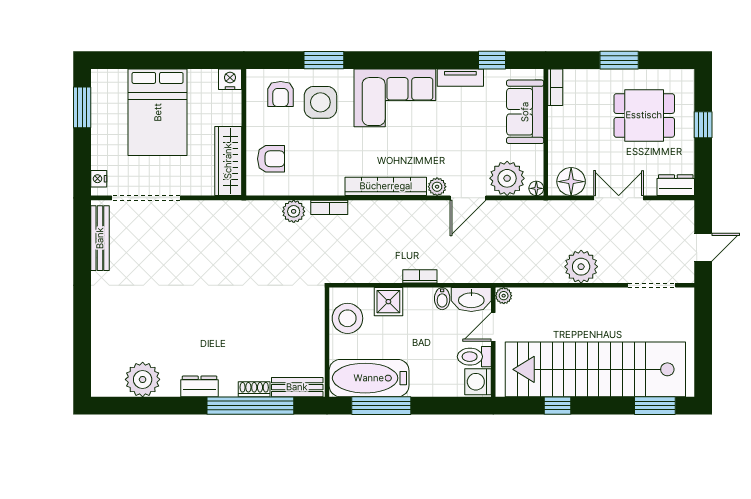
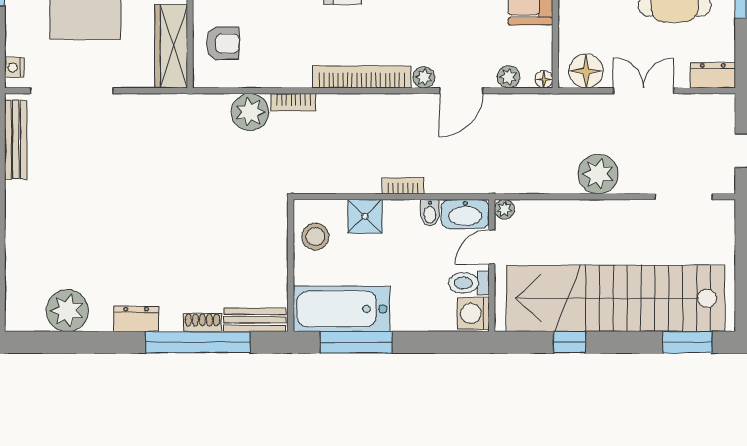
plant: (507, 178) -> (509, 77), width x0.53, depth x0.53
plant: (294, 211) -> (250, 112), width x1.36, depth x1.36
stool: (347, 318) -> (315, 237), width x0.73, depth x0.73

